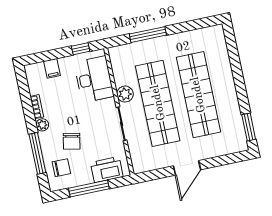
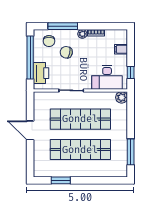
window: (148, 35) -> (131, 152), moved
plant: (125, 94) -> (122, 97), moved
window: (249, 127) -> (61, 180), moved
window: (89, 189) -> (30, 57), width x1.46

